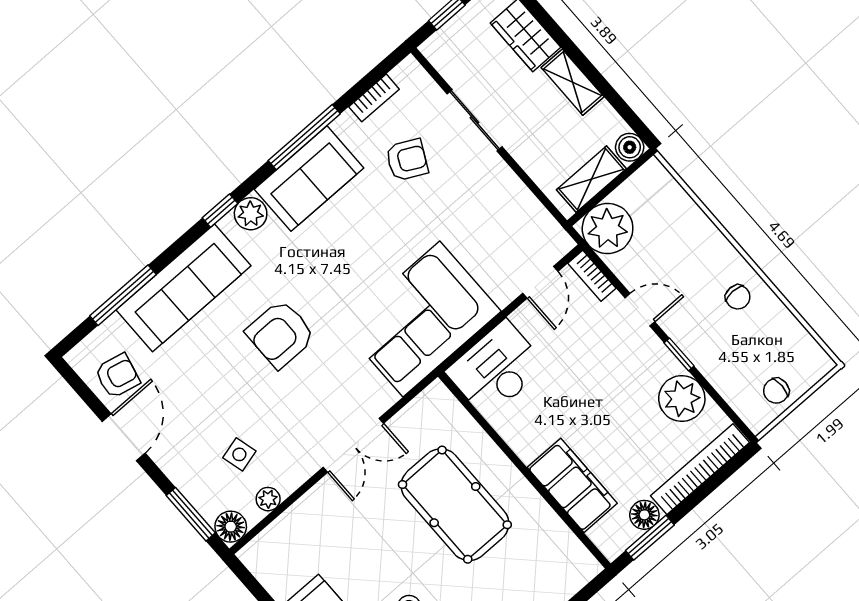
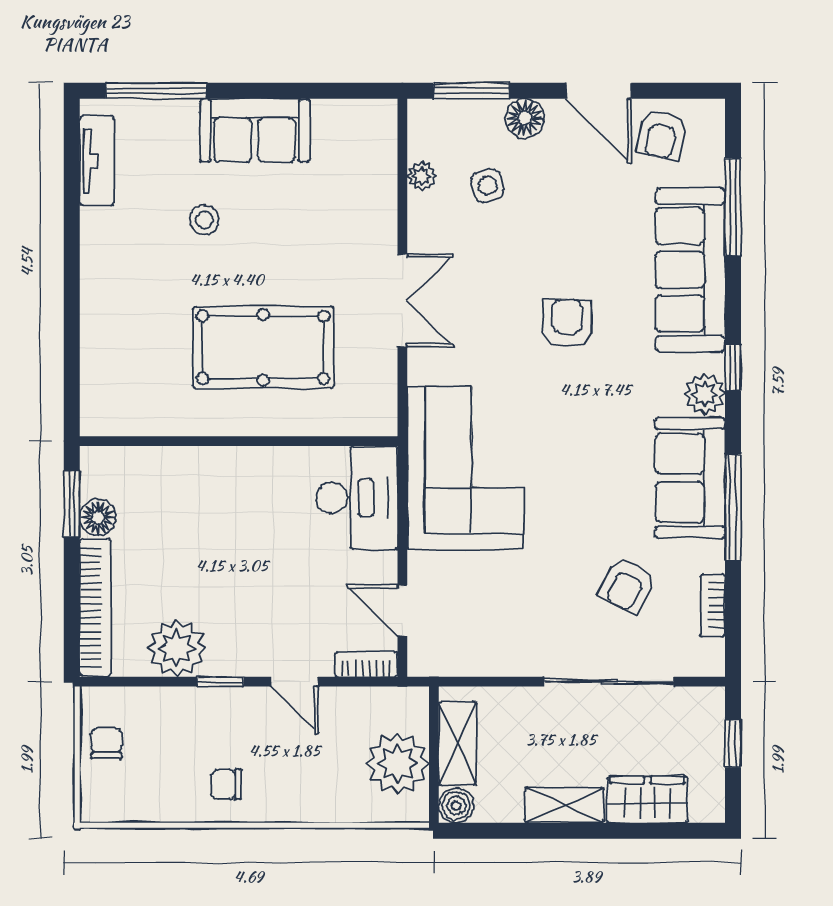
sliding door: (475, 120) -> (609, 682), width x1.37
plant: (608, 229) -> (398, 763), moved
door: (640, 310) -> (295, 682), hinge flipped
armchair: (280, 334) -> (567, 323), width x0.72, depth x0.72
double door: (353, 445) -> (402, 300), swing flipped
filing cabinet: (572, 485) -> (185, 474), removed
floor lamp: (231, 527) -> (525, 118), moved

